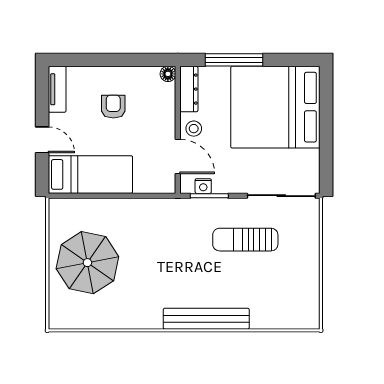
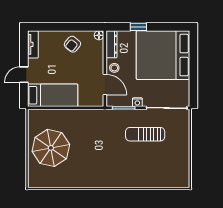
window: (234, 60) -> (138, 27), width x0.46
armchair: (113, 107) -> (72, 44), moved, turned -141
door: (42, 140) -> (24, 75), swing flipped
nightstand: (203, 186) -> (137, 102), moved
bench: (206, 319) -> (122, 181), removed

